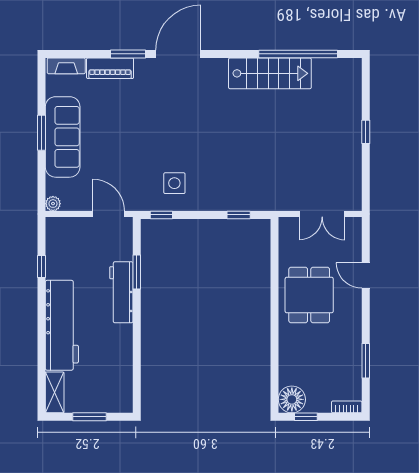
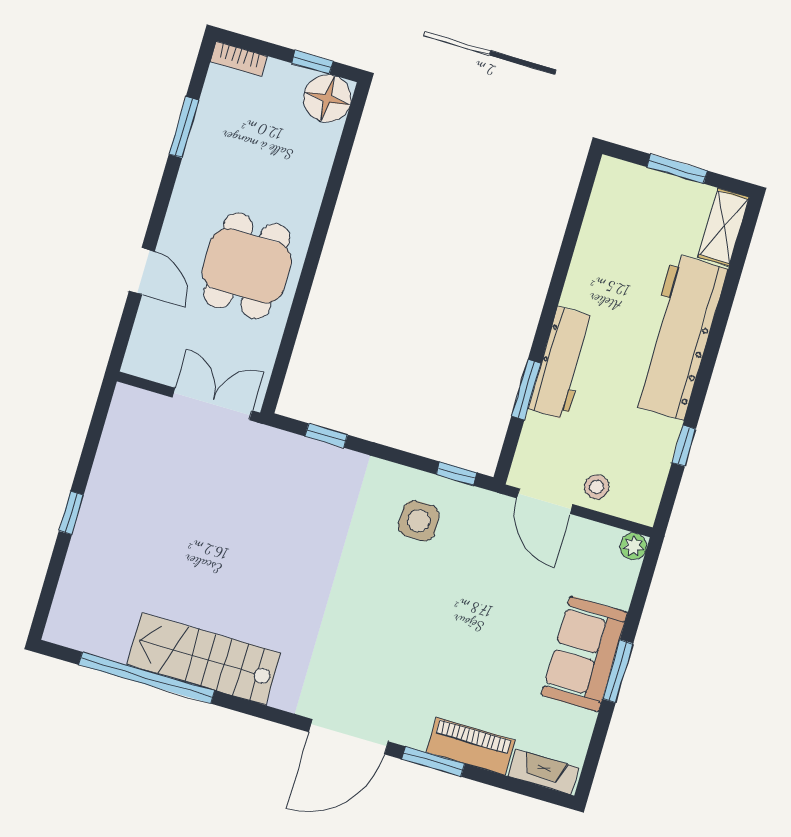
sofa: (63, 137) -> (584, 654), width x0.73
double door: (322, 214) -> (212, 404), moved
stool: (83, 230) -> (597, 487), added

